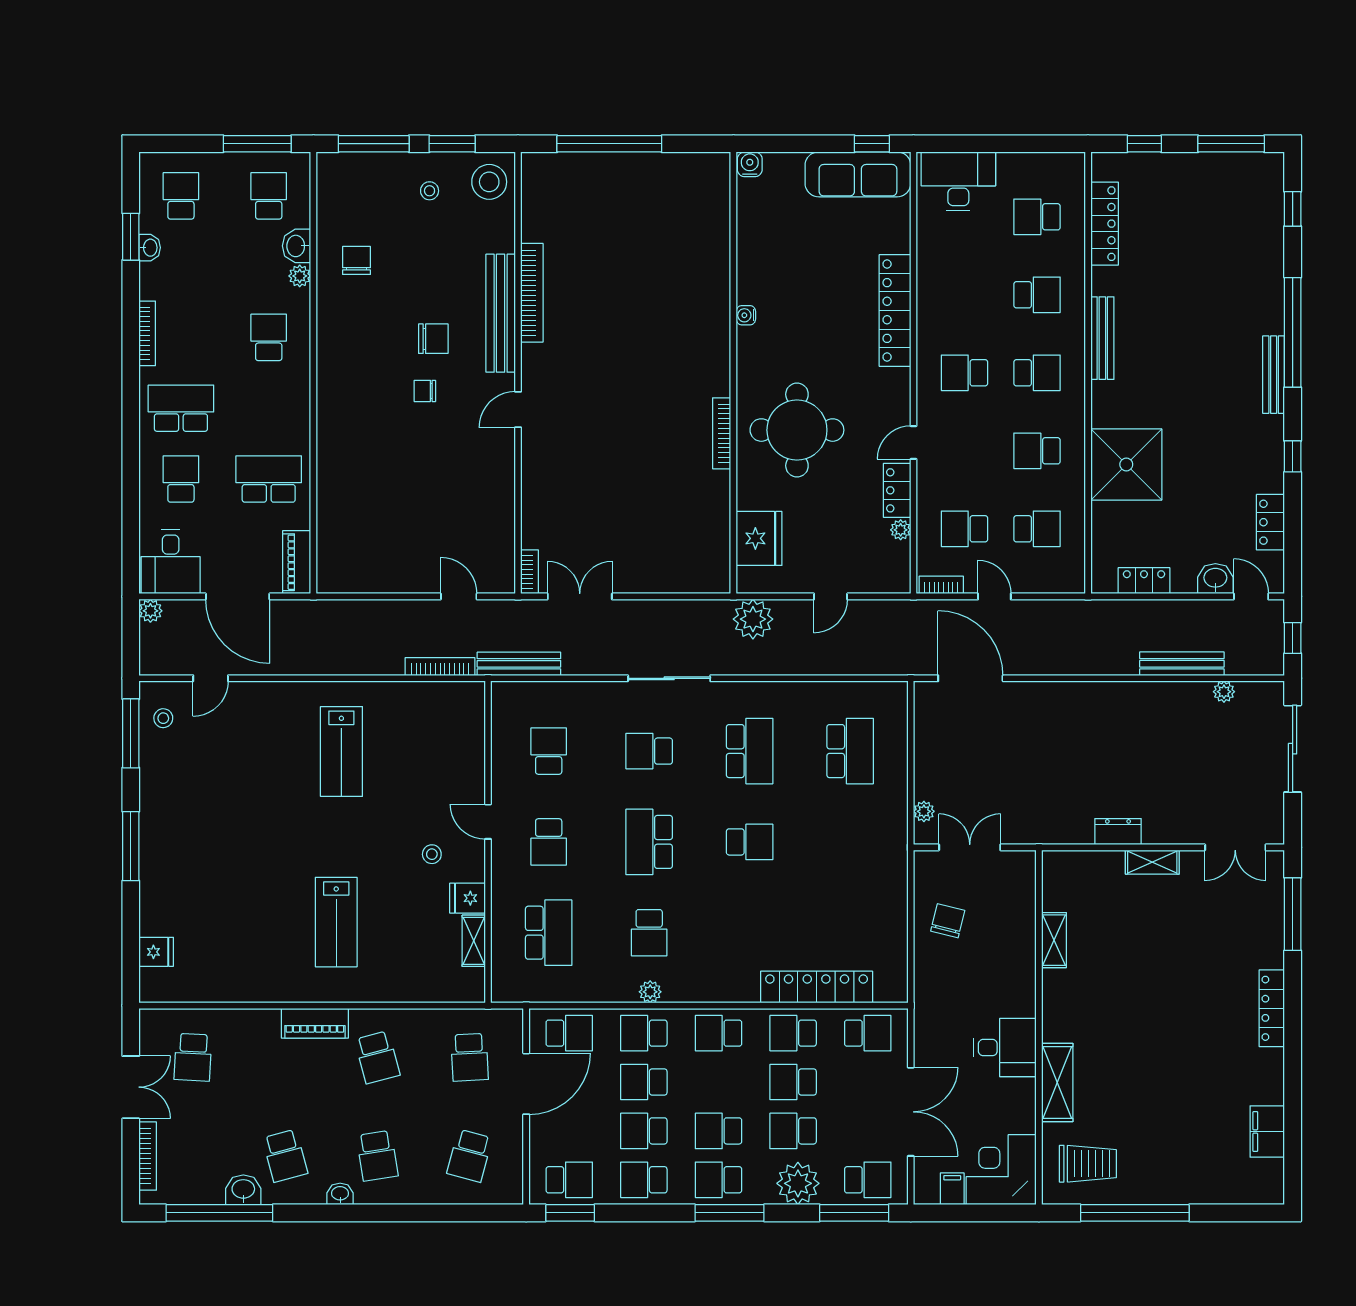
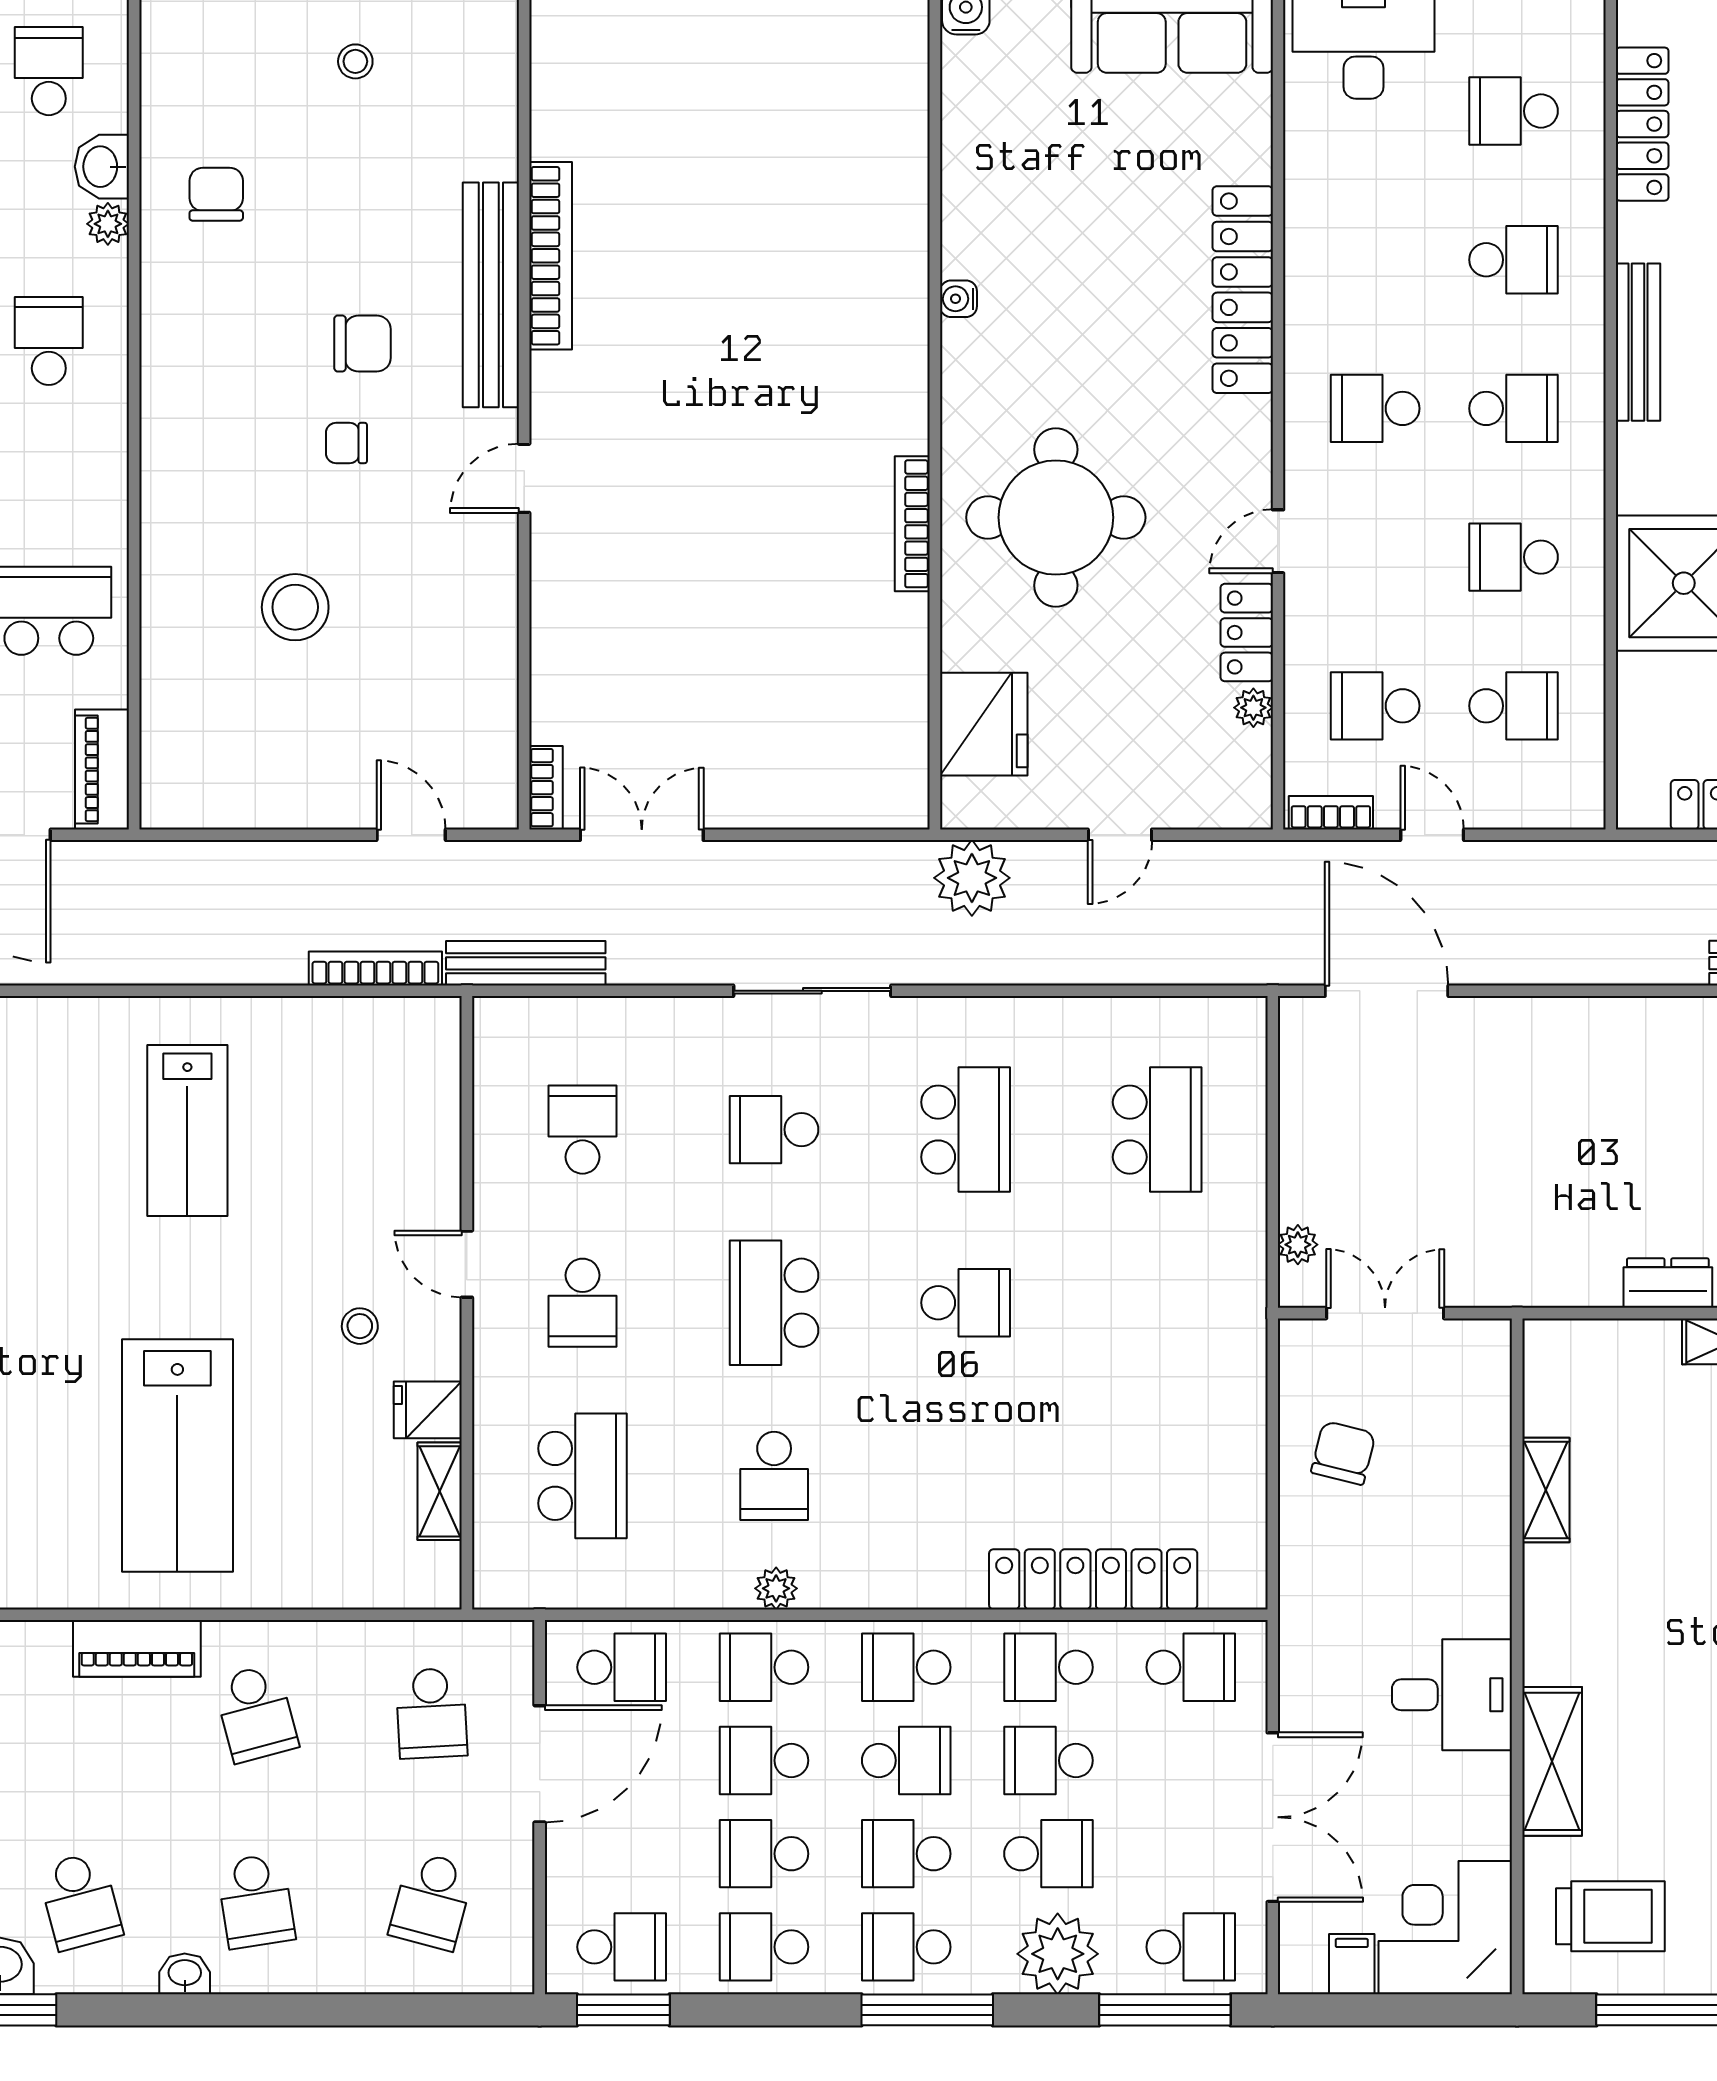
stool: (489, 182) -> (295, 607), moved
lab bench: (336, 922) -> (177, 1456), width x1.36, depth x1.39
school desk: (718, 1082) -> (906, 1760), added
school desk: (793, 1131) -> (1048, 1854), turned 180

